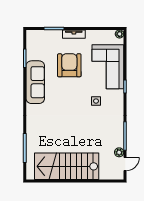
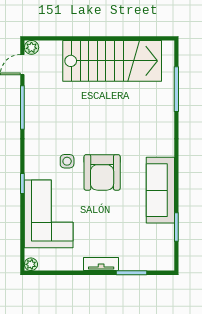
armchair: (69, 65) -> (102, 172), moved
plant: (119, 152) -> (31, 47), moved

